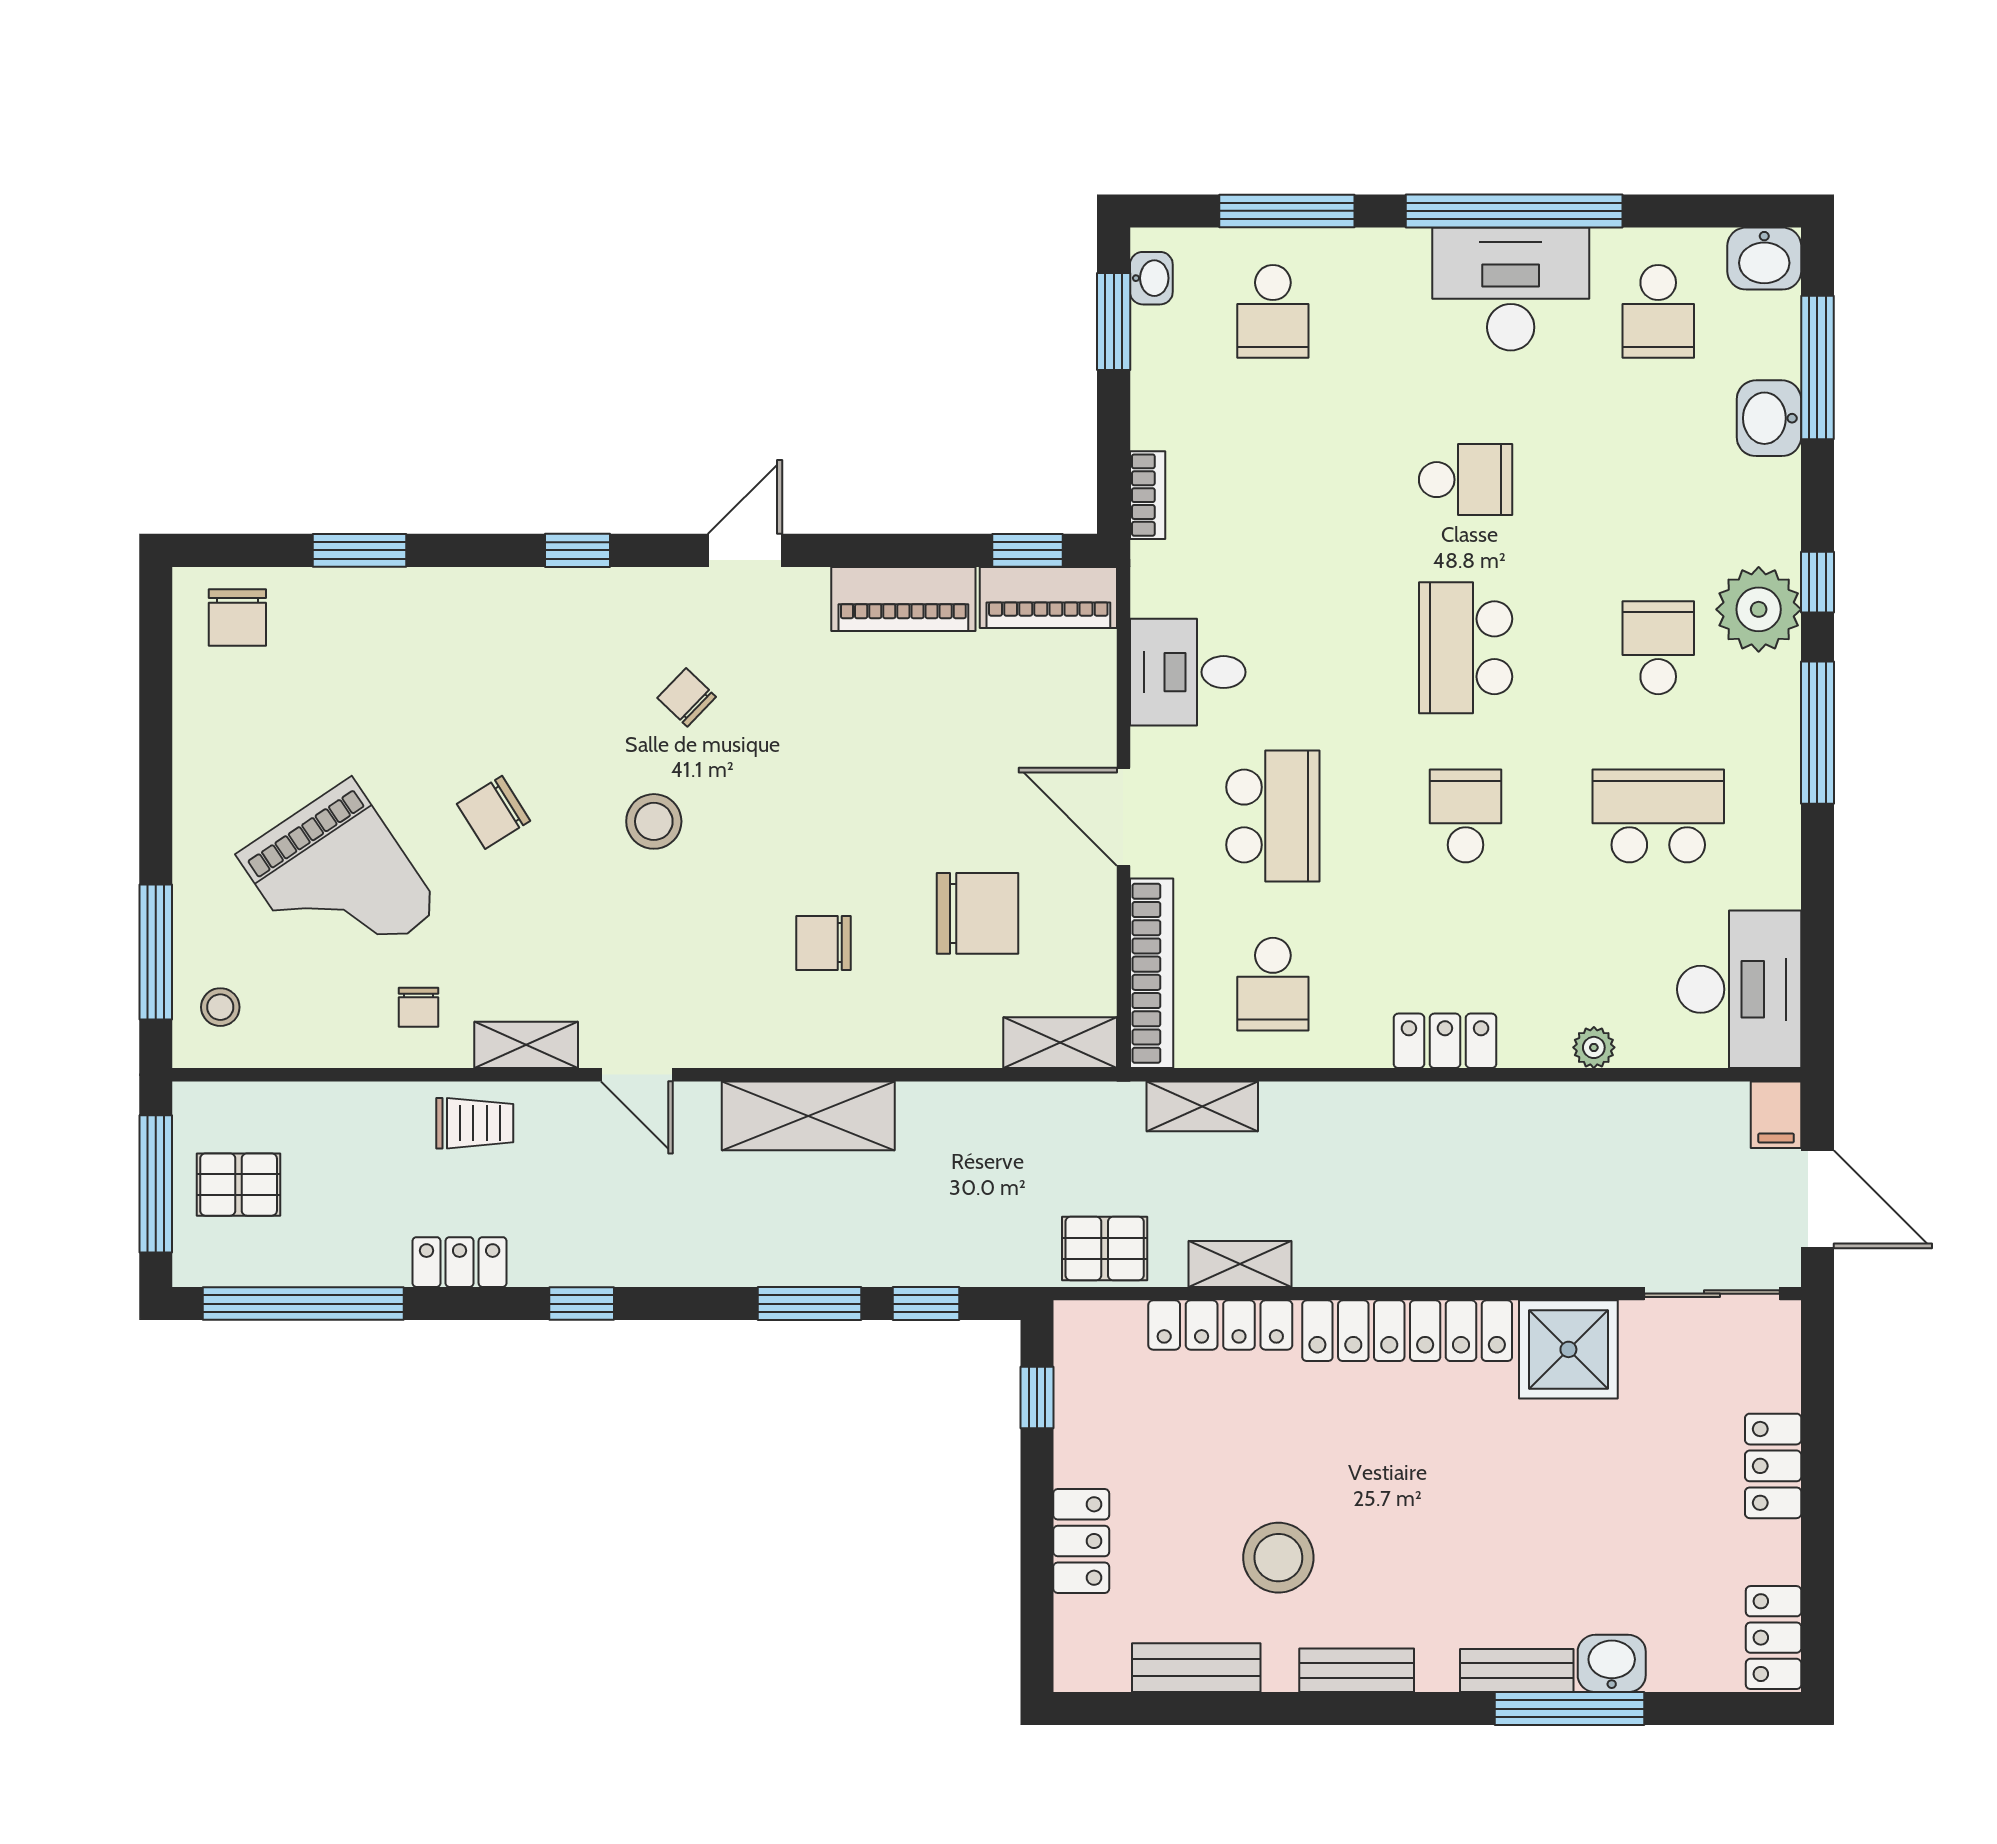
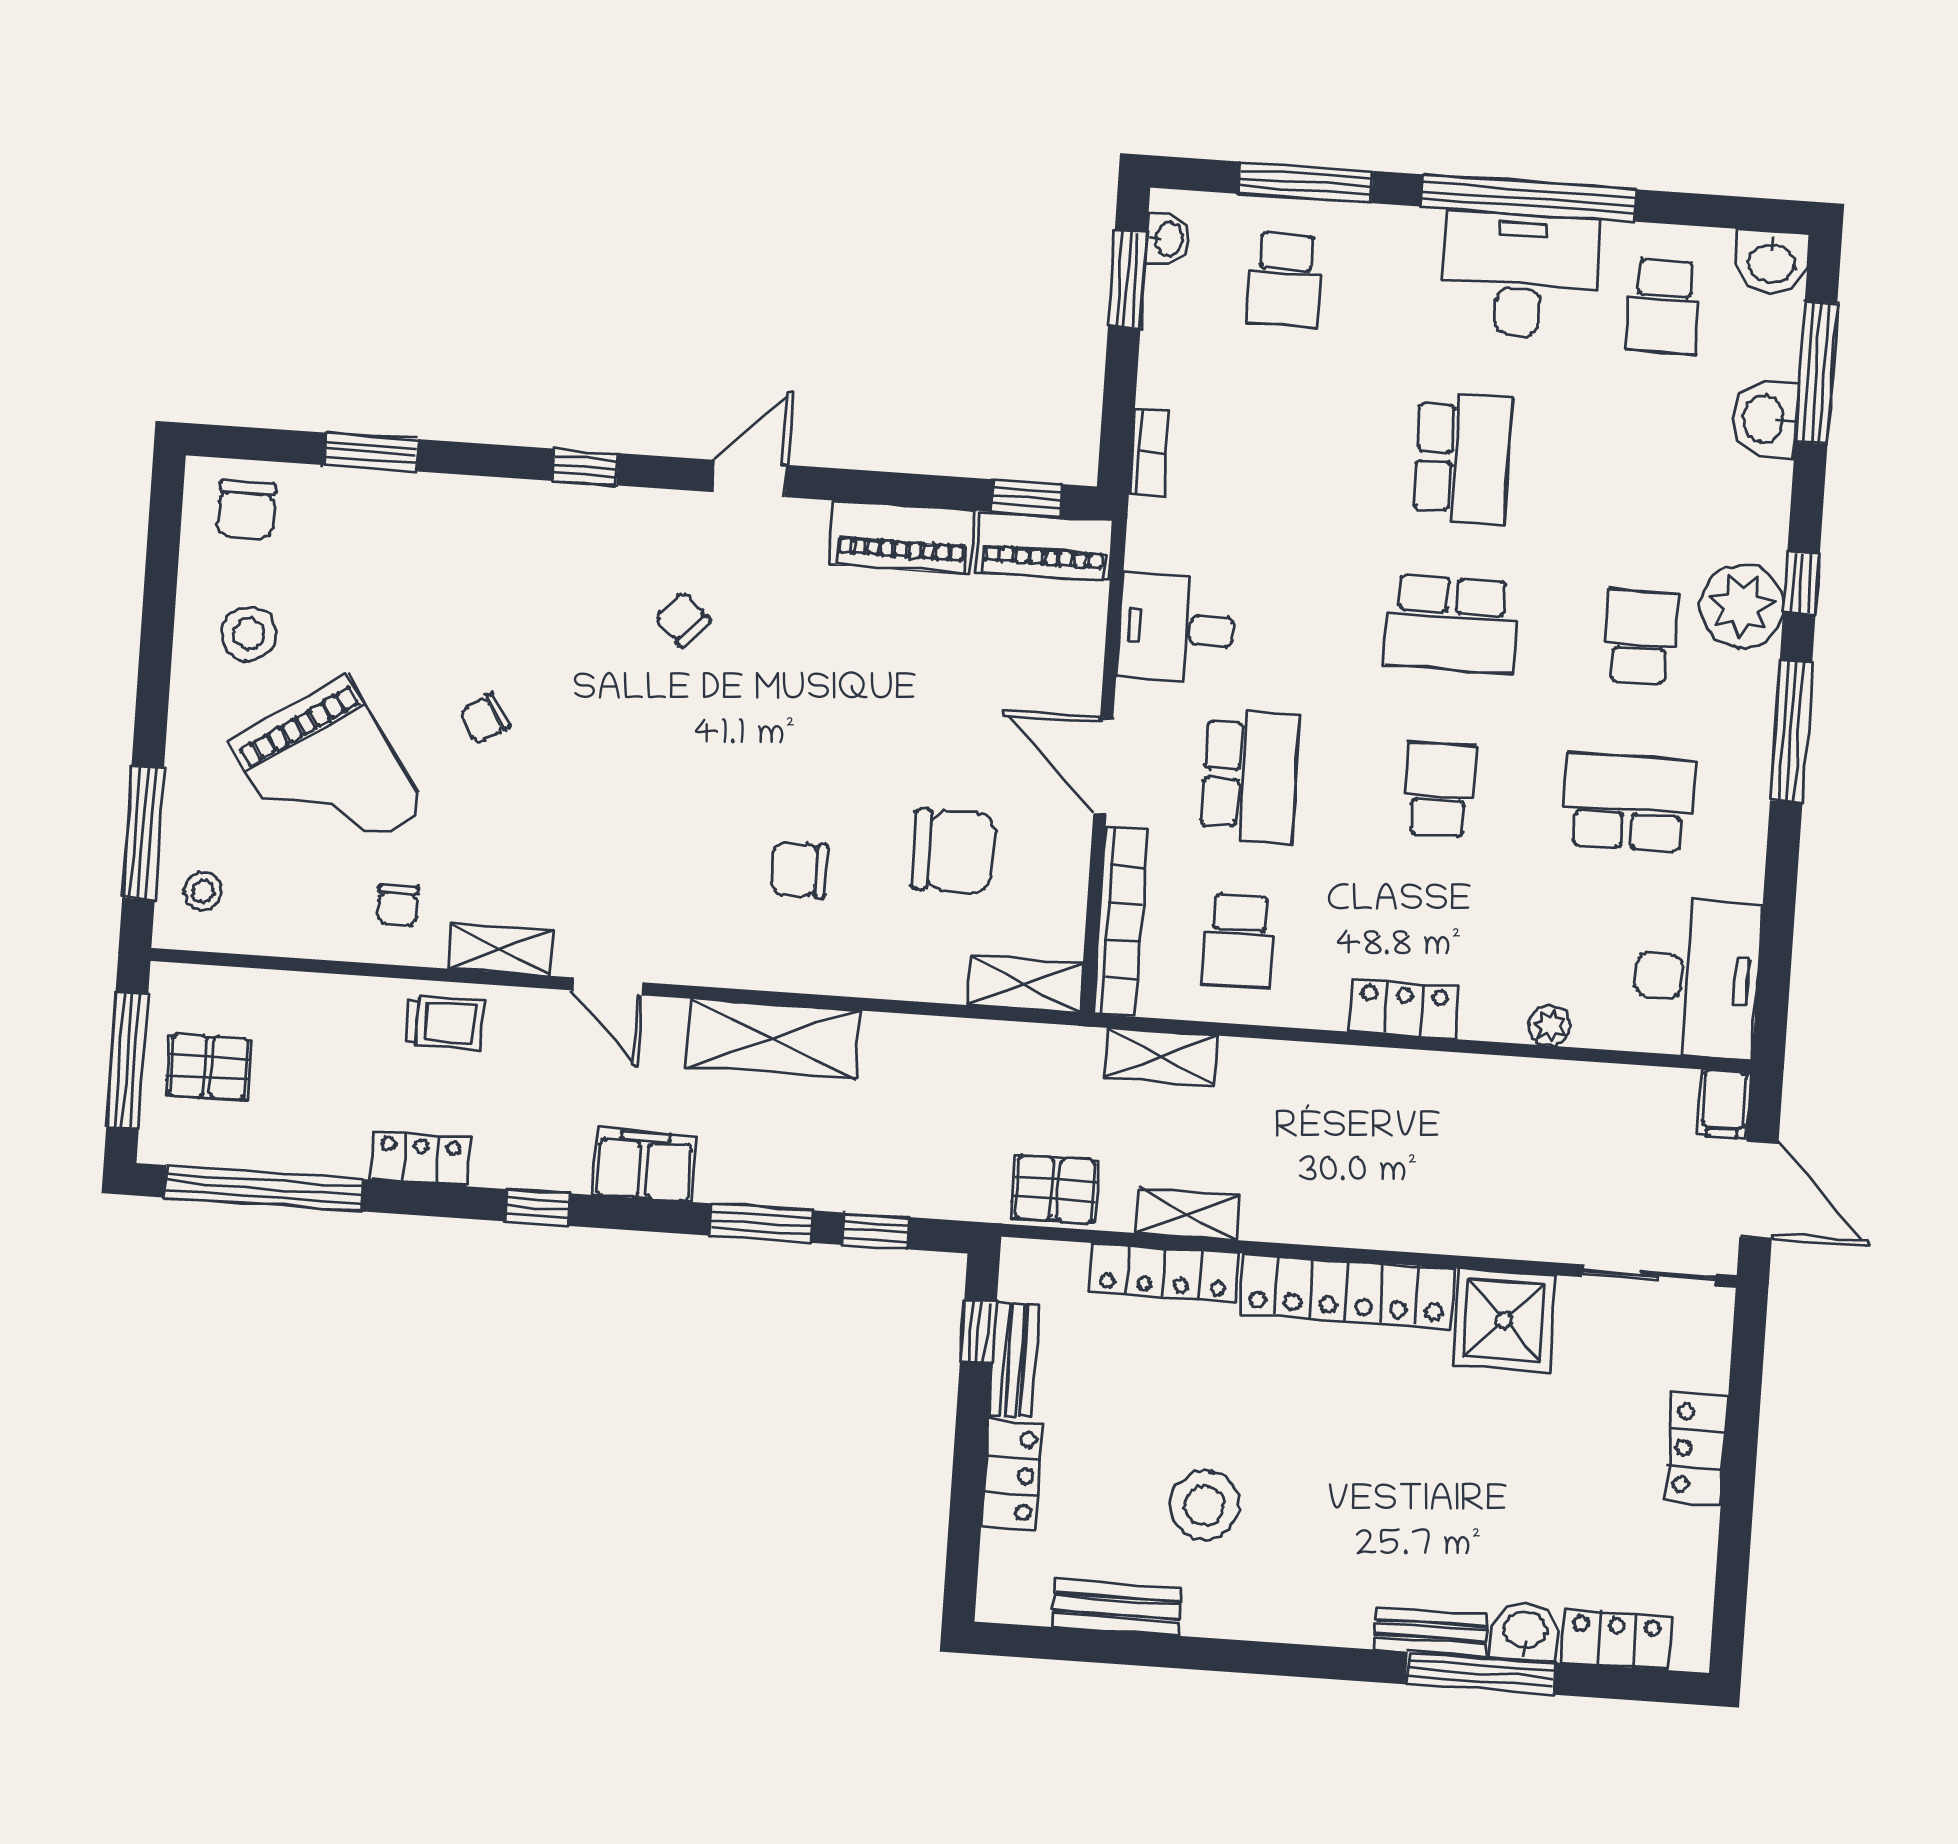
school desk: (1466, 480) -> (1463, 459), width x1.85
school desk: (1466, 648) -> (1451, 624), turned -90
chair: (494, 812) -> (485, 719), width x0.73, depth x0.73
stool: (654, 821) -> (249, 634), moved
filing cabinet: (687, 1253) -> (644, 1165), added
locker: (1774, 1638) -> (1616, 1639), moved, turned 90
bench: (1357, 1670) -> (1014, 1360), moved, turned 90

